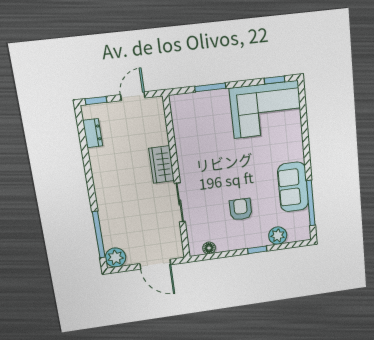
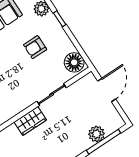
floor lamp: (209, 248) -> (74, 62), width x1.89, depth x1.89
plant: (115, 258) -> (97, 134), moved

